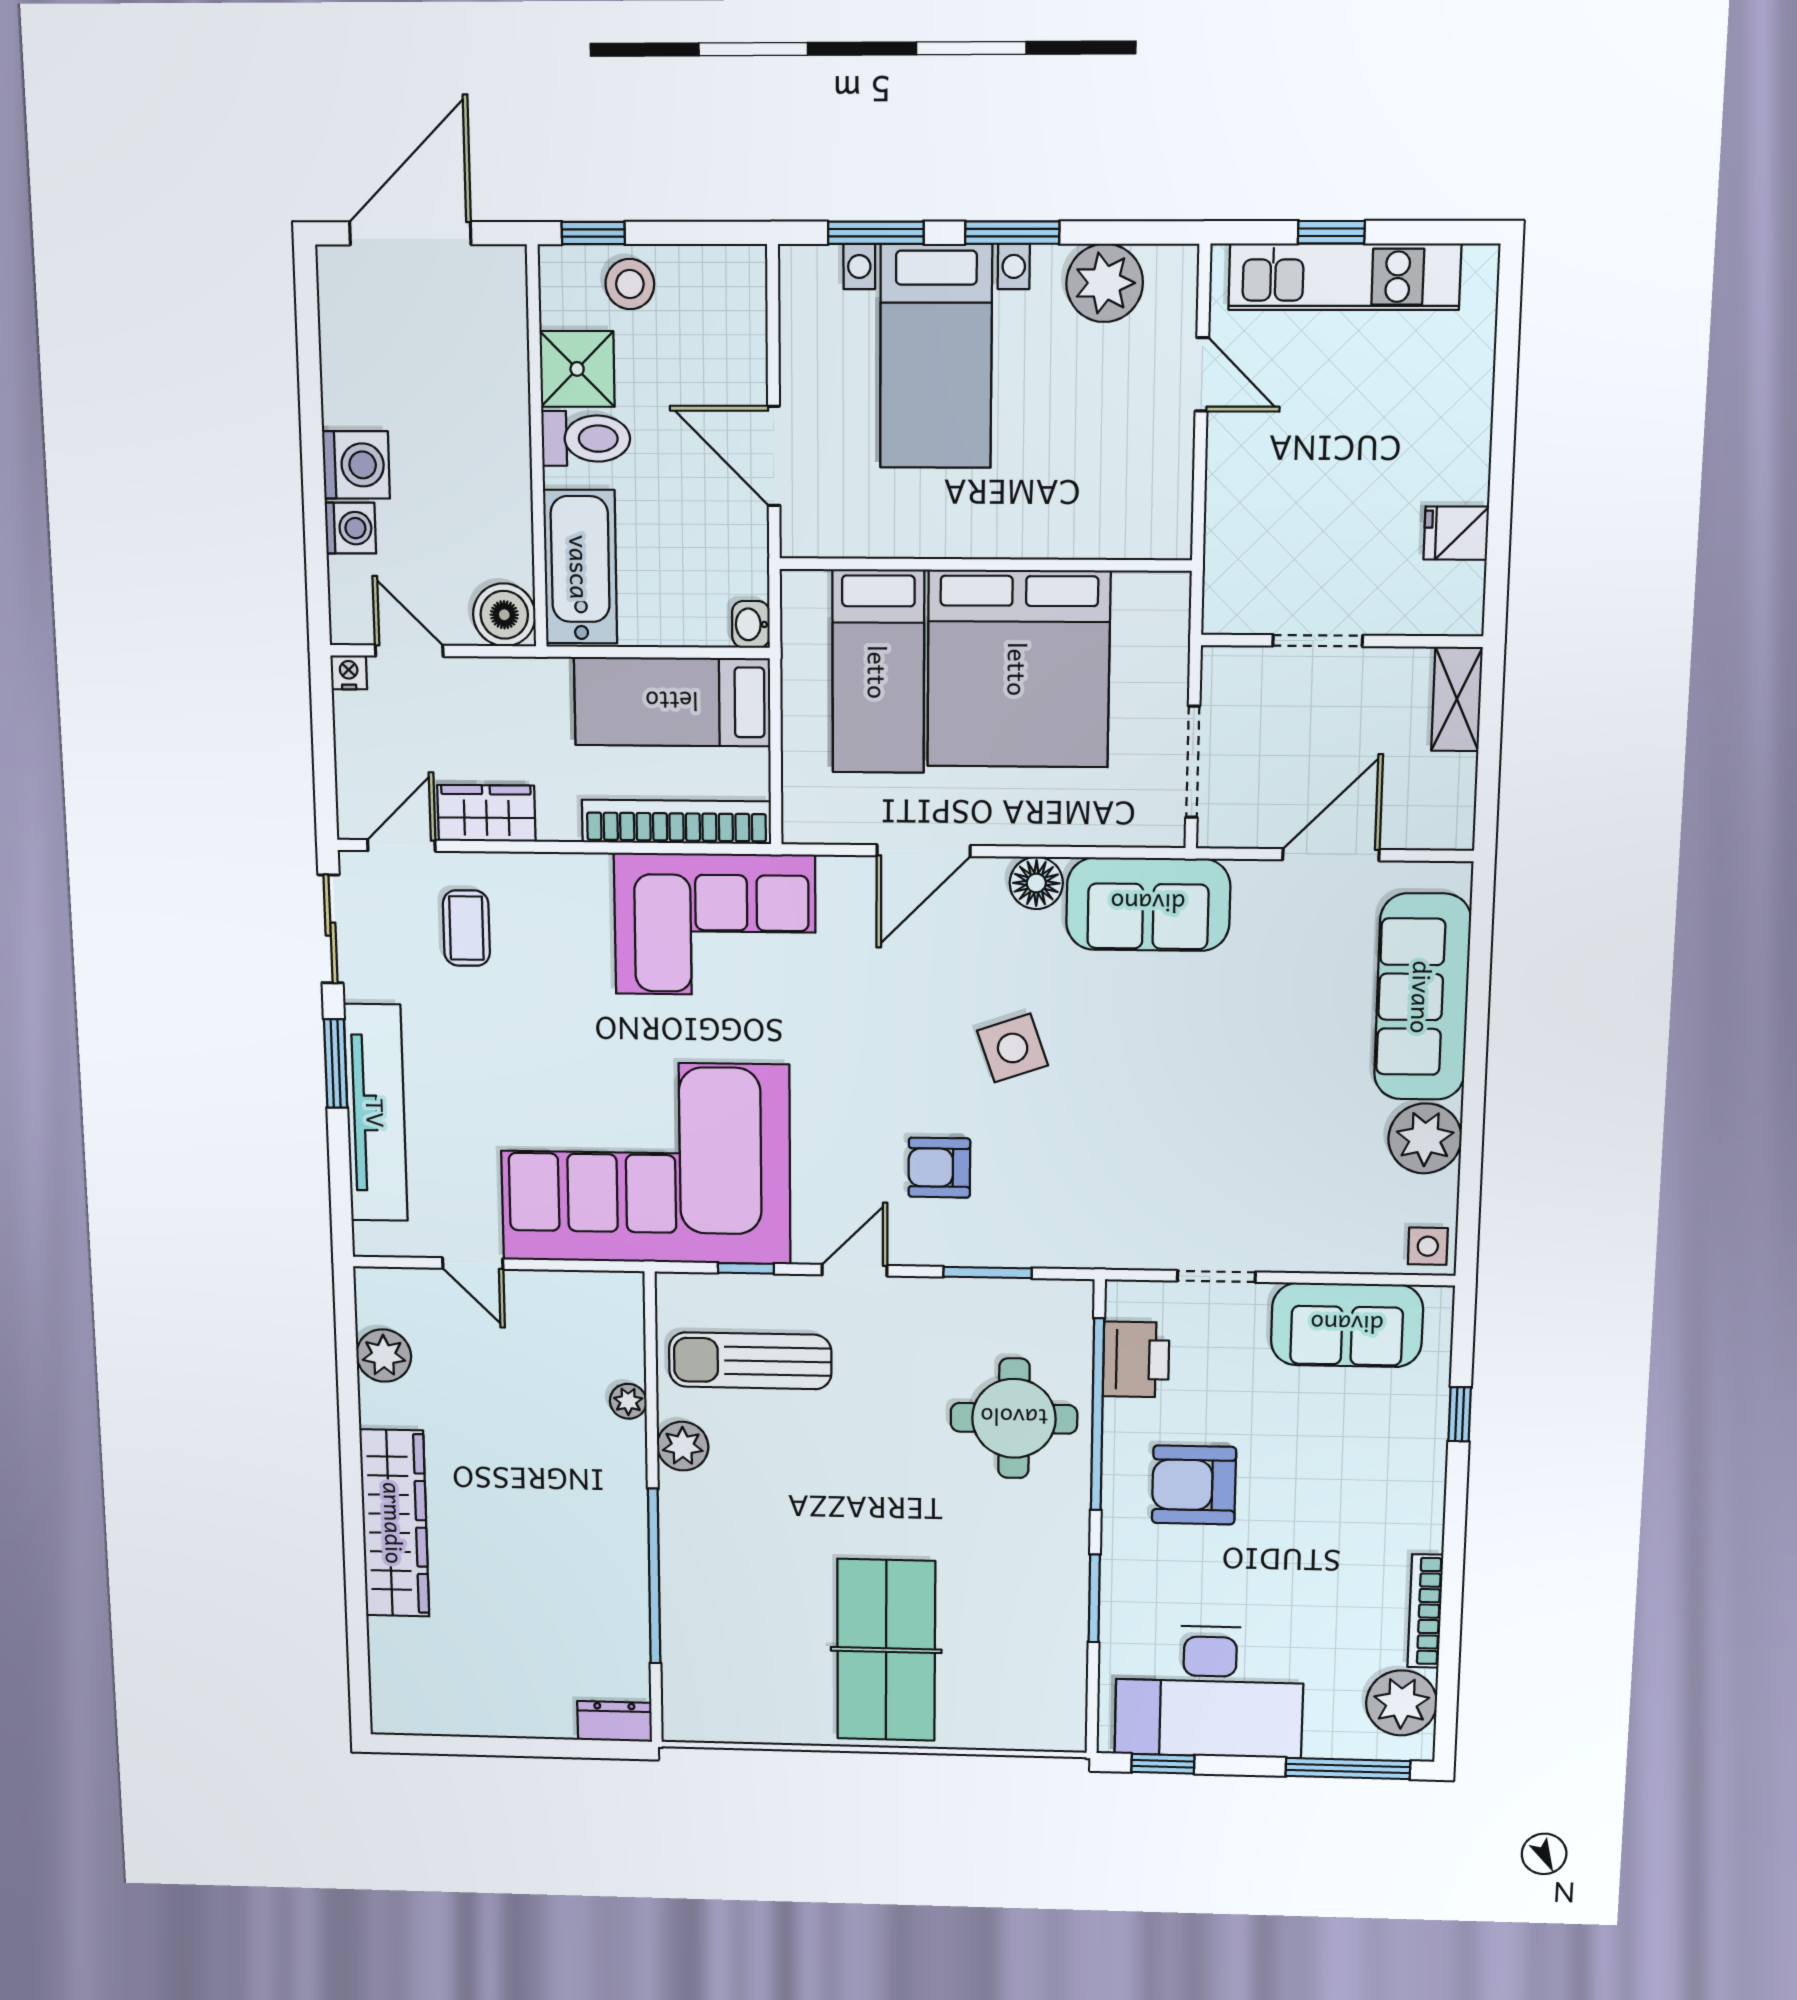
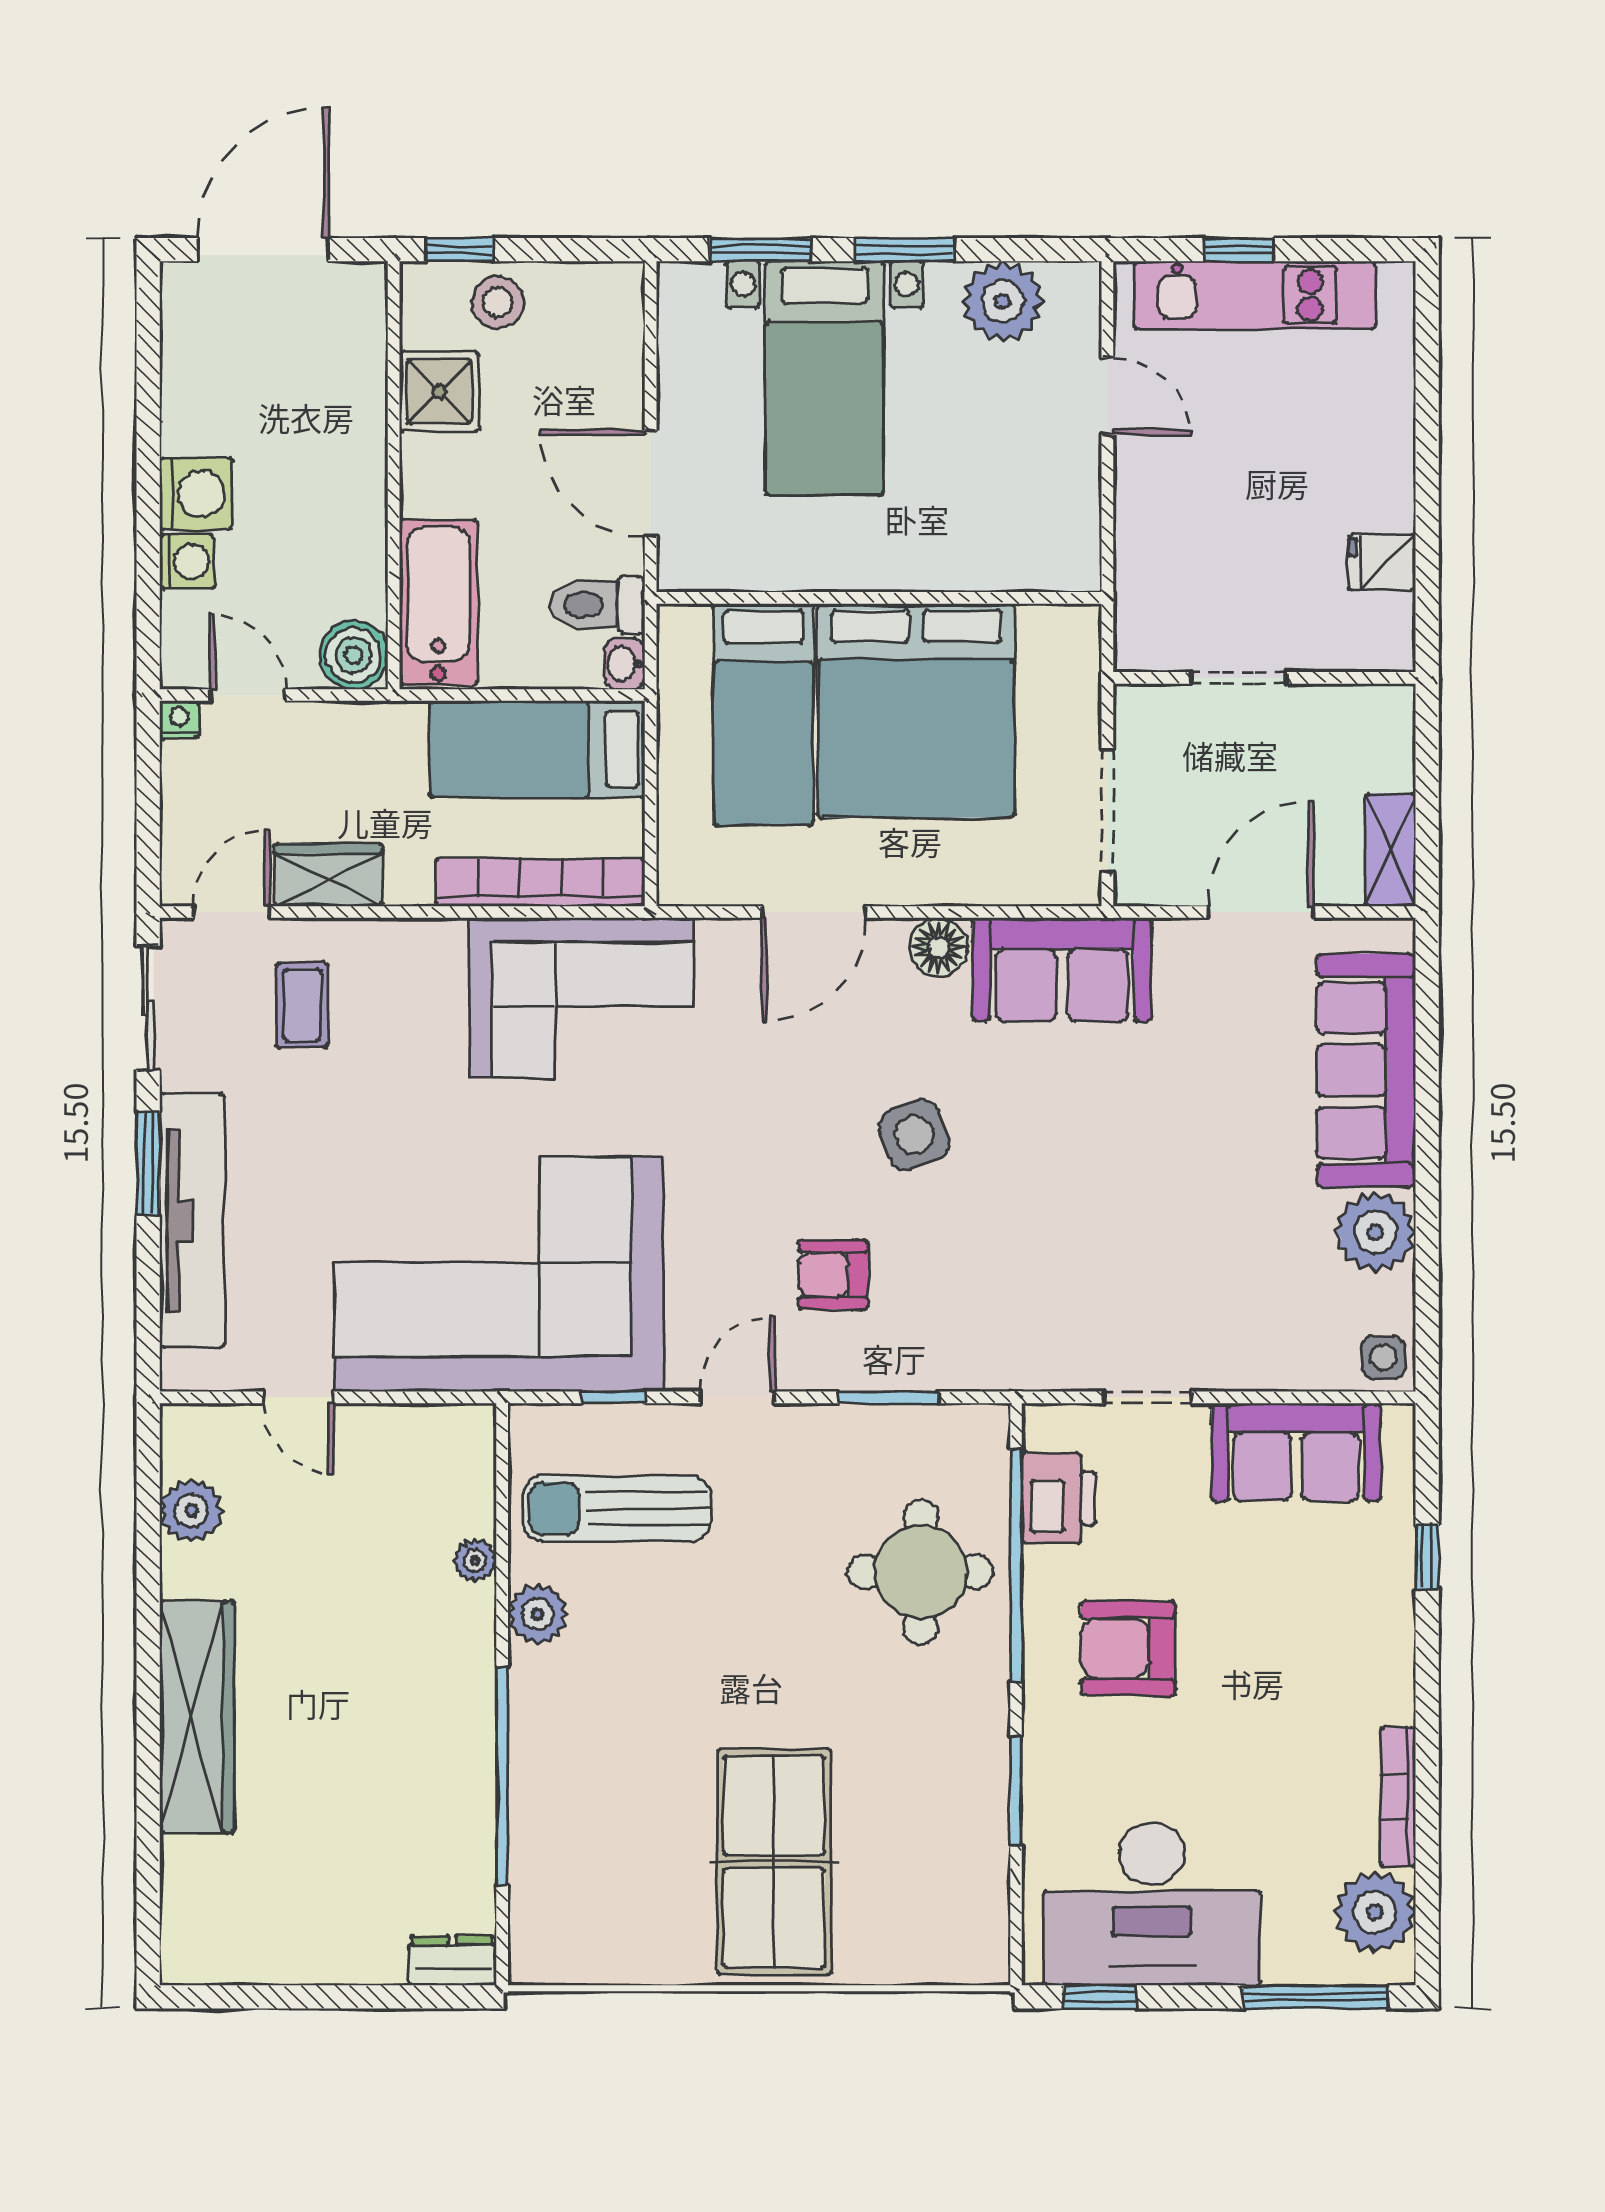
toilet: (586, 439) -> (597, 605), moved, turned 180
shelving: (1457, 699) -> (1390, 850), moved

